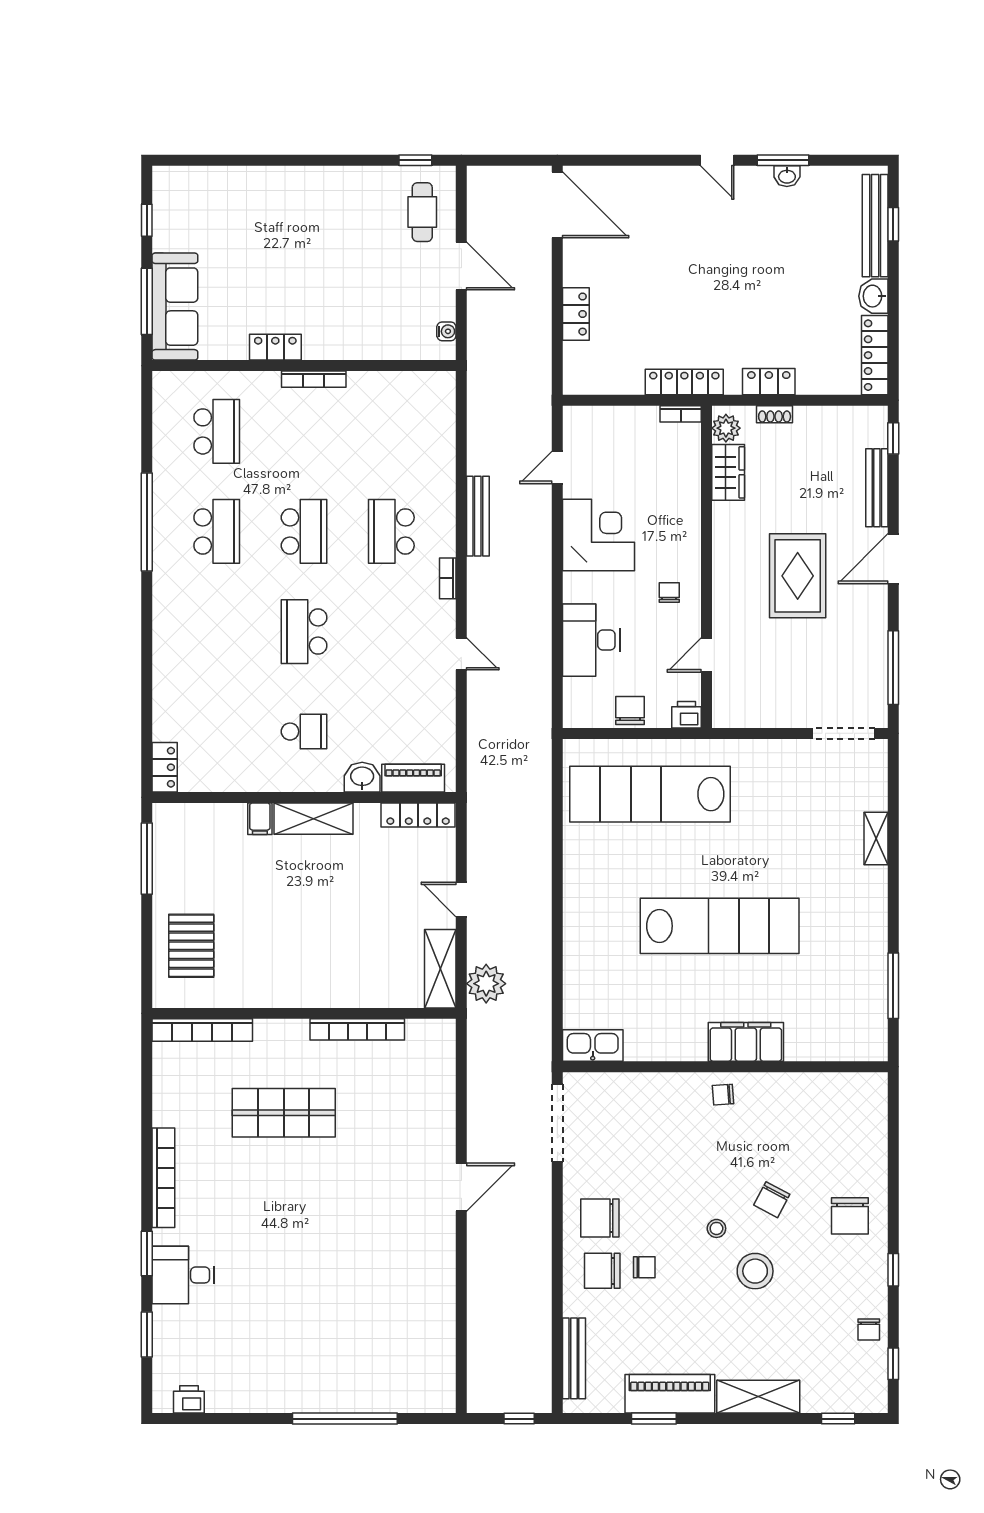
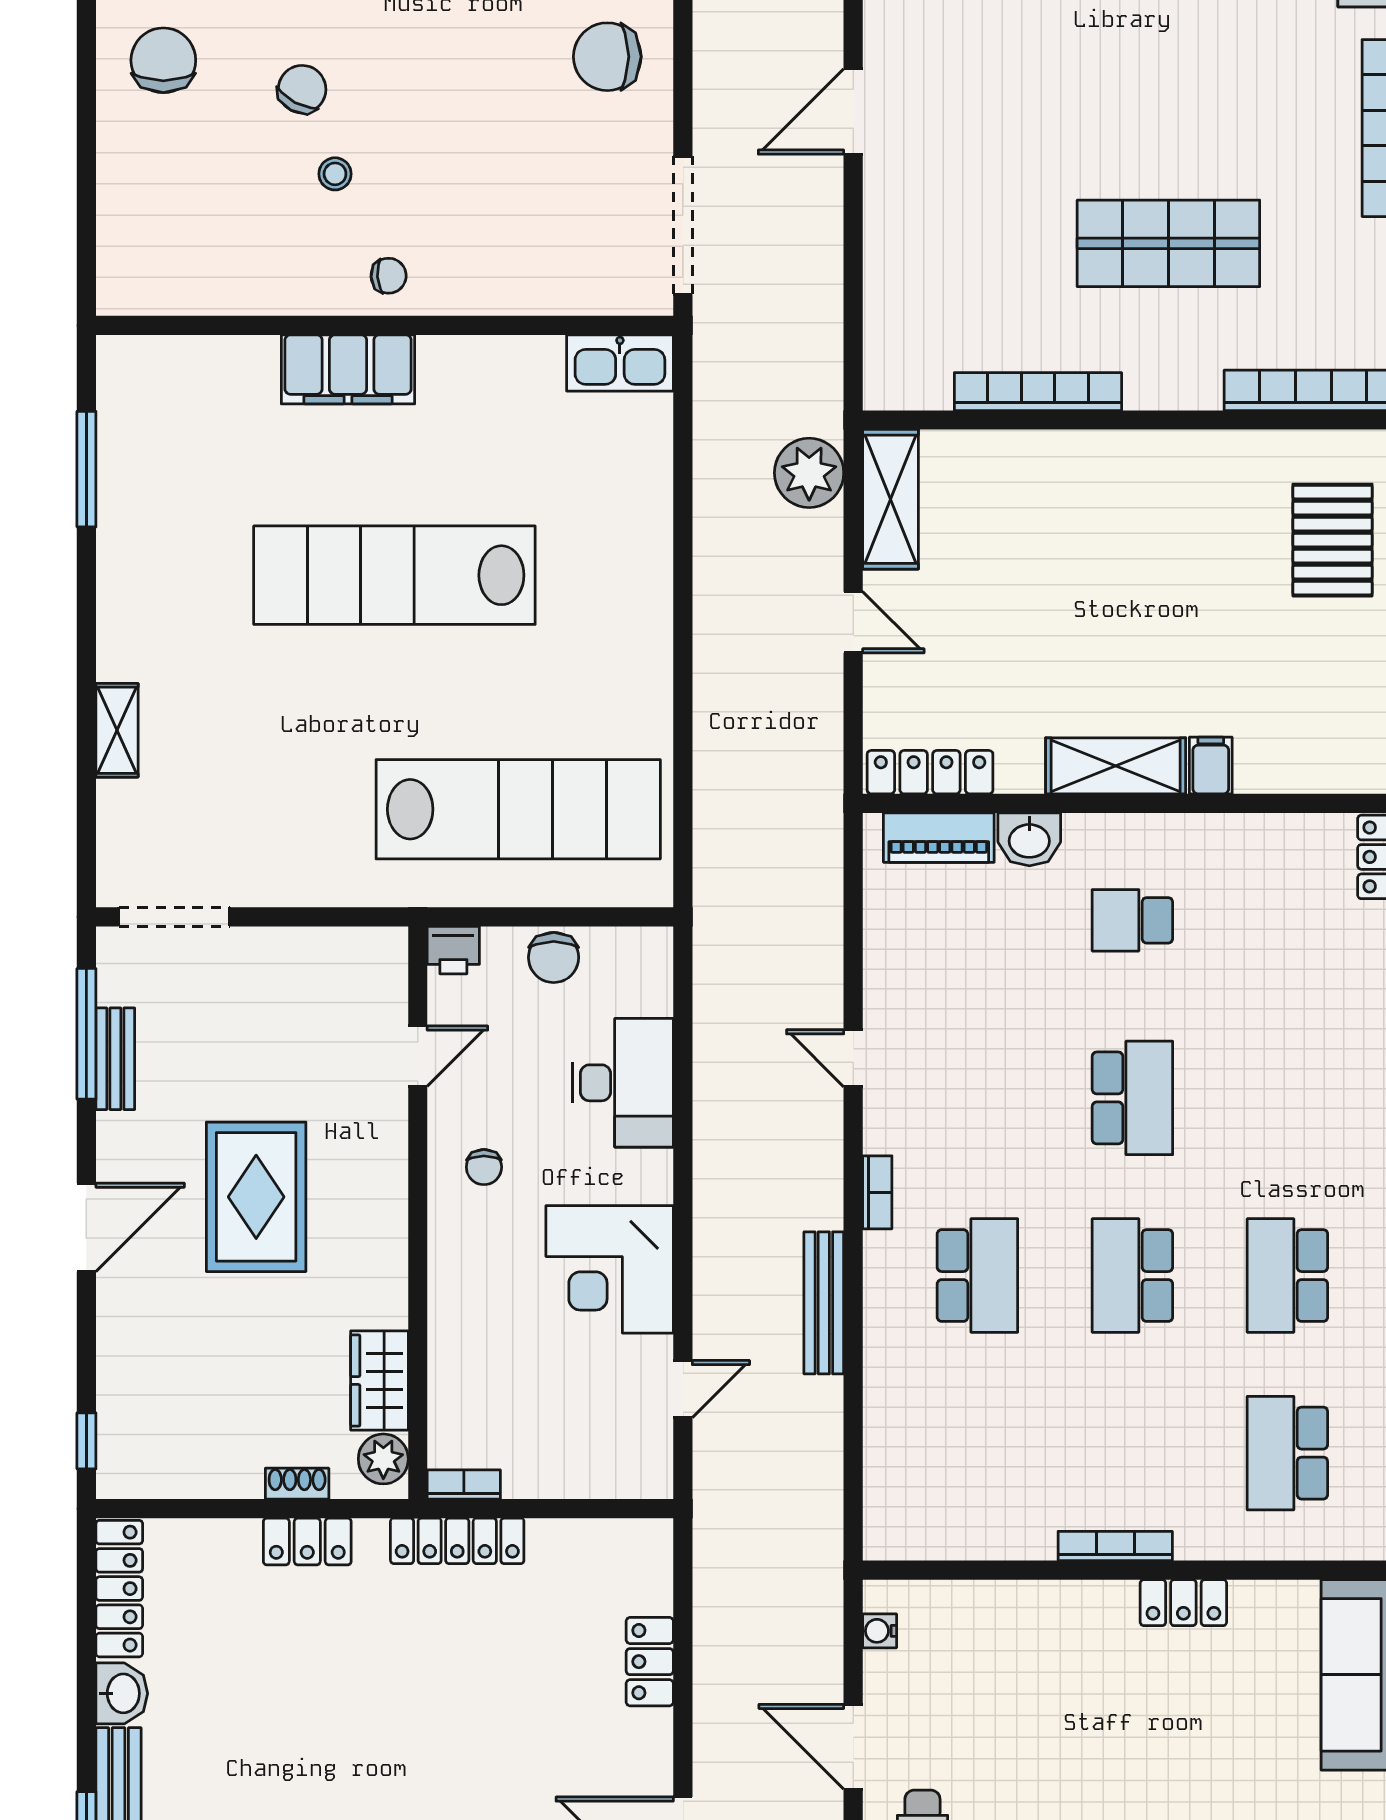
bench: (877, 488) -> (115, 1059), moved, width x0.73
chair: (600, 1218) -> (607, 57), turned 180
stool: (716, 1228) -> (335, 174), moved

